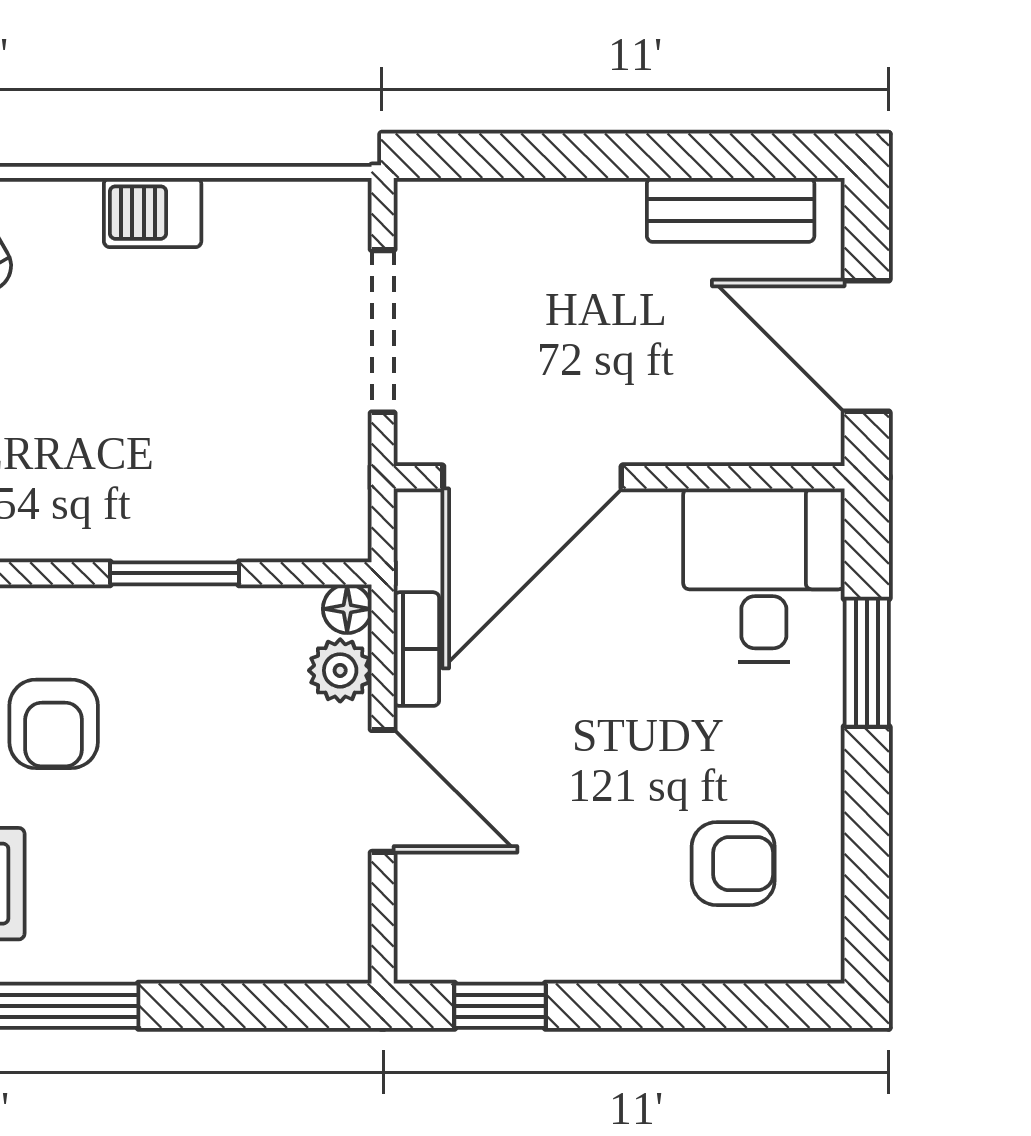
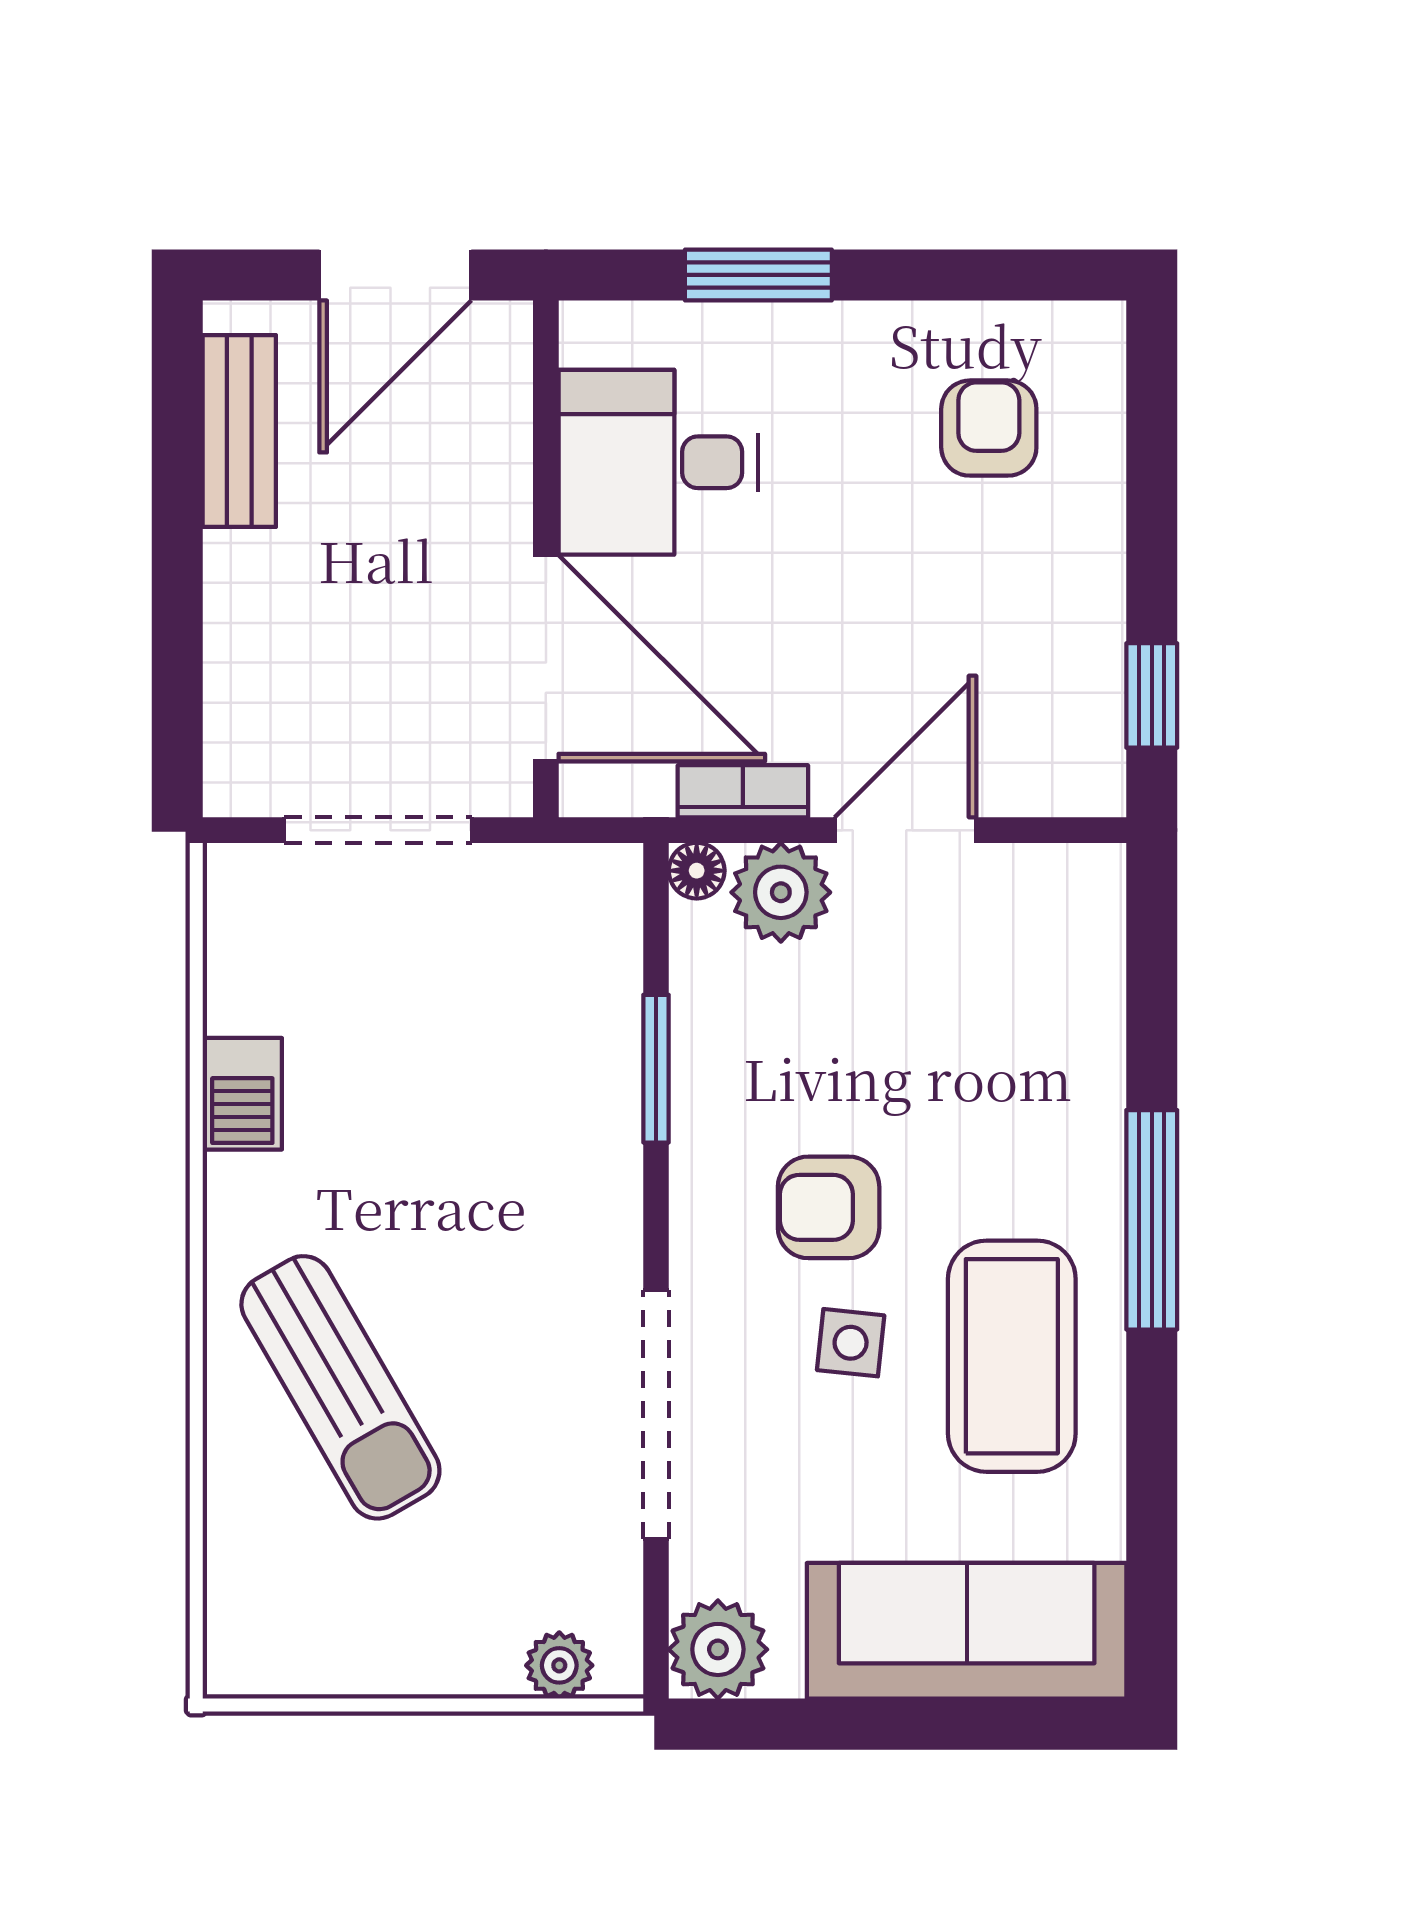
desk: (764, 575) -> (658, 462), moved
plant: (340, 670) -> (781, 892), width x1.38, depth x1.38
armchair: (54, 724) -> (829, 1207), turned 180

